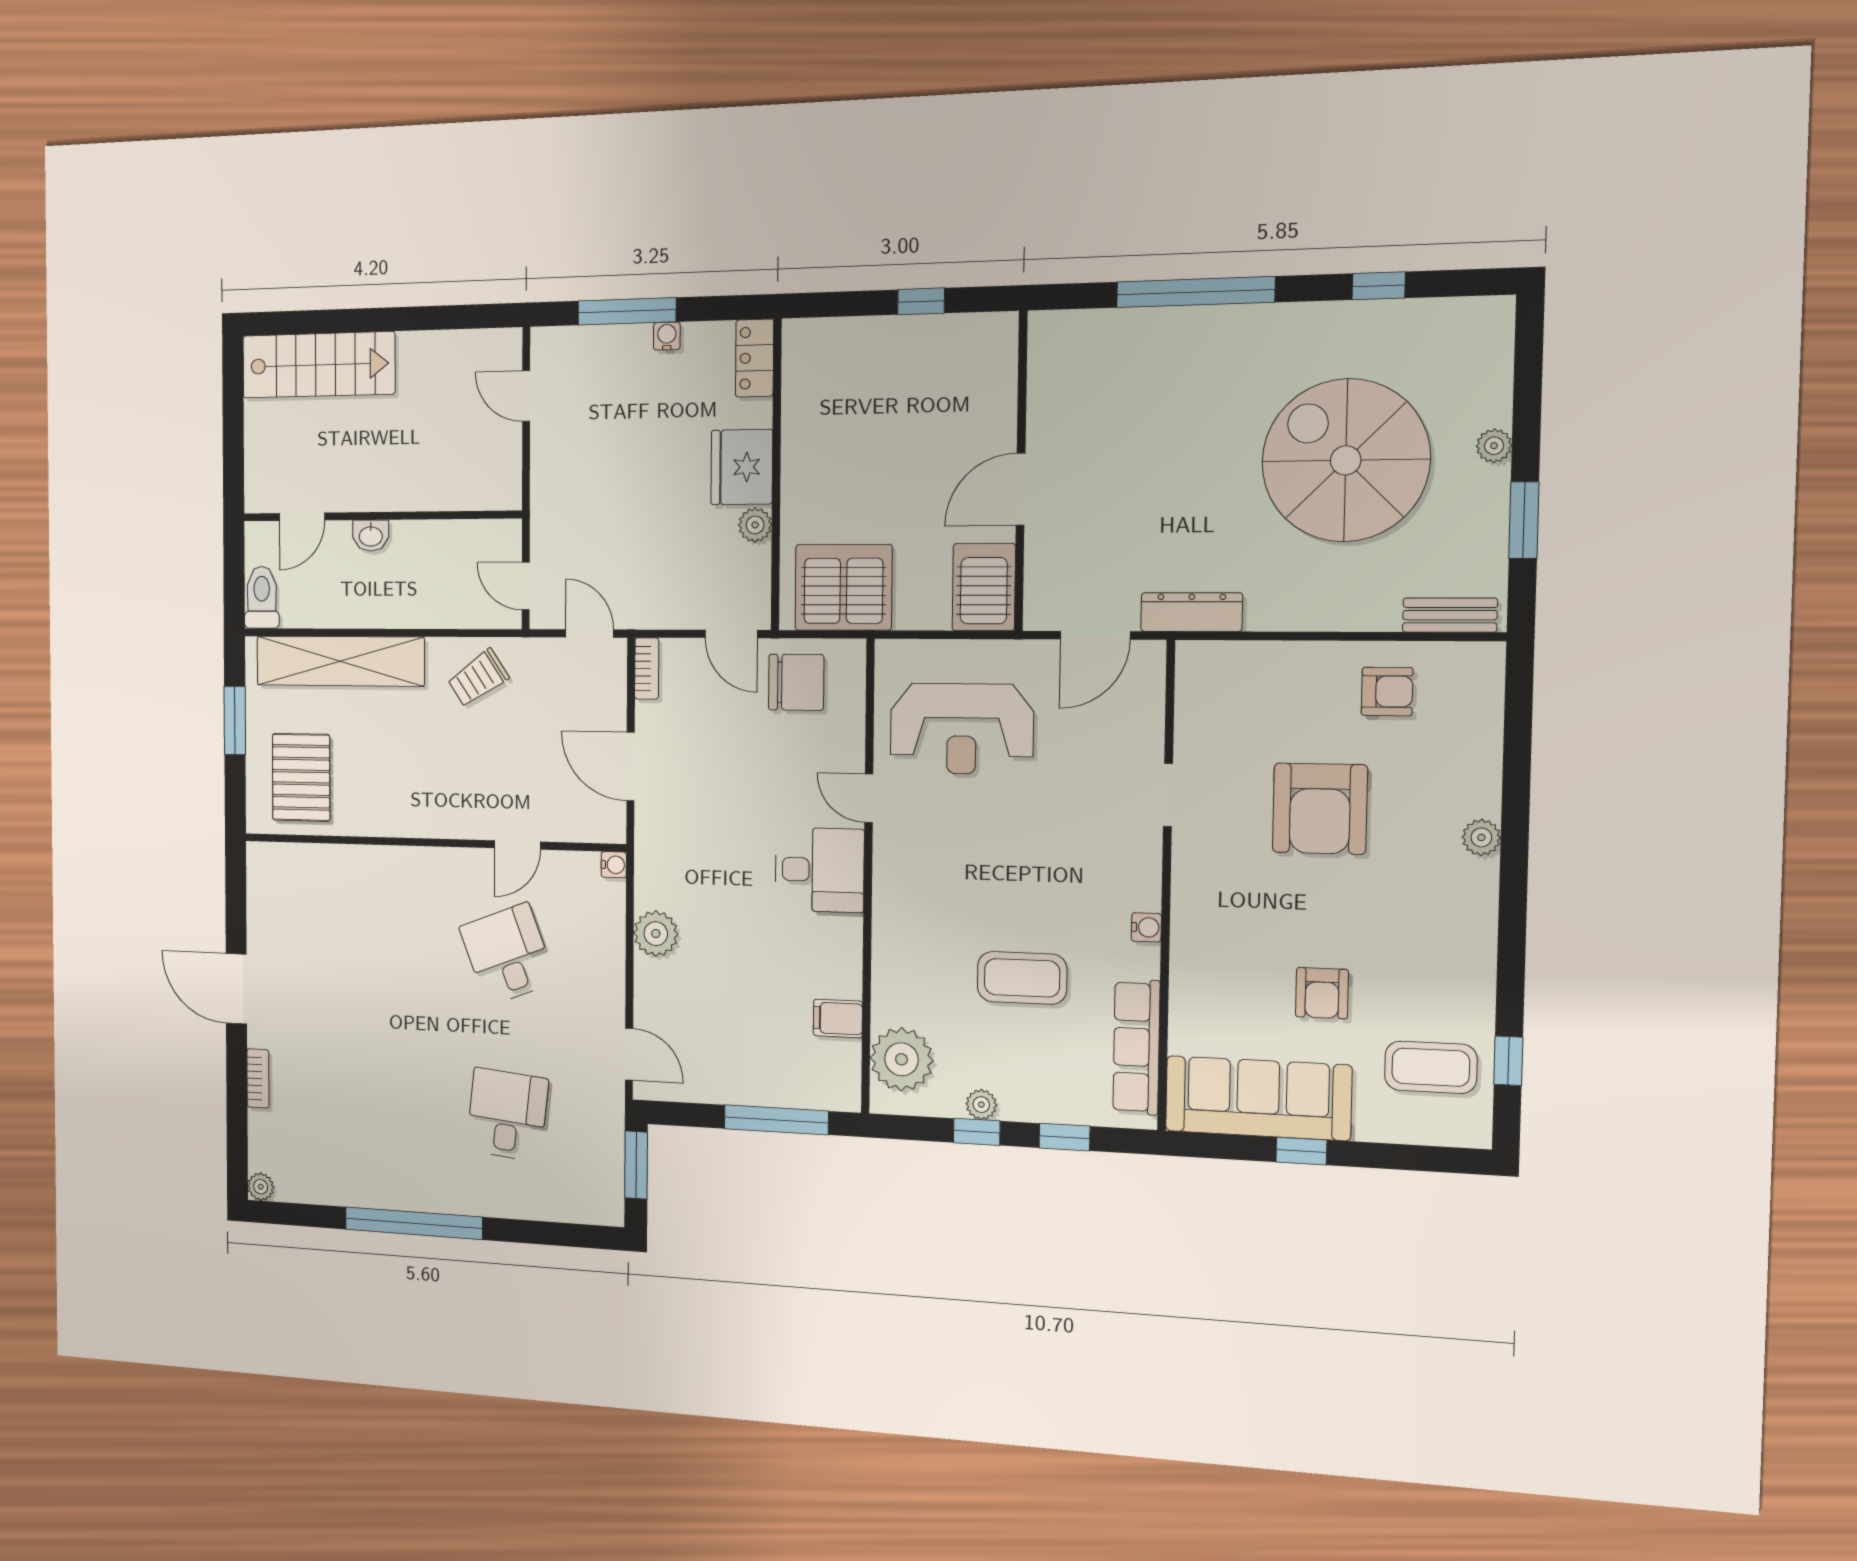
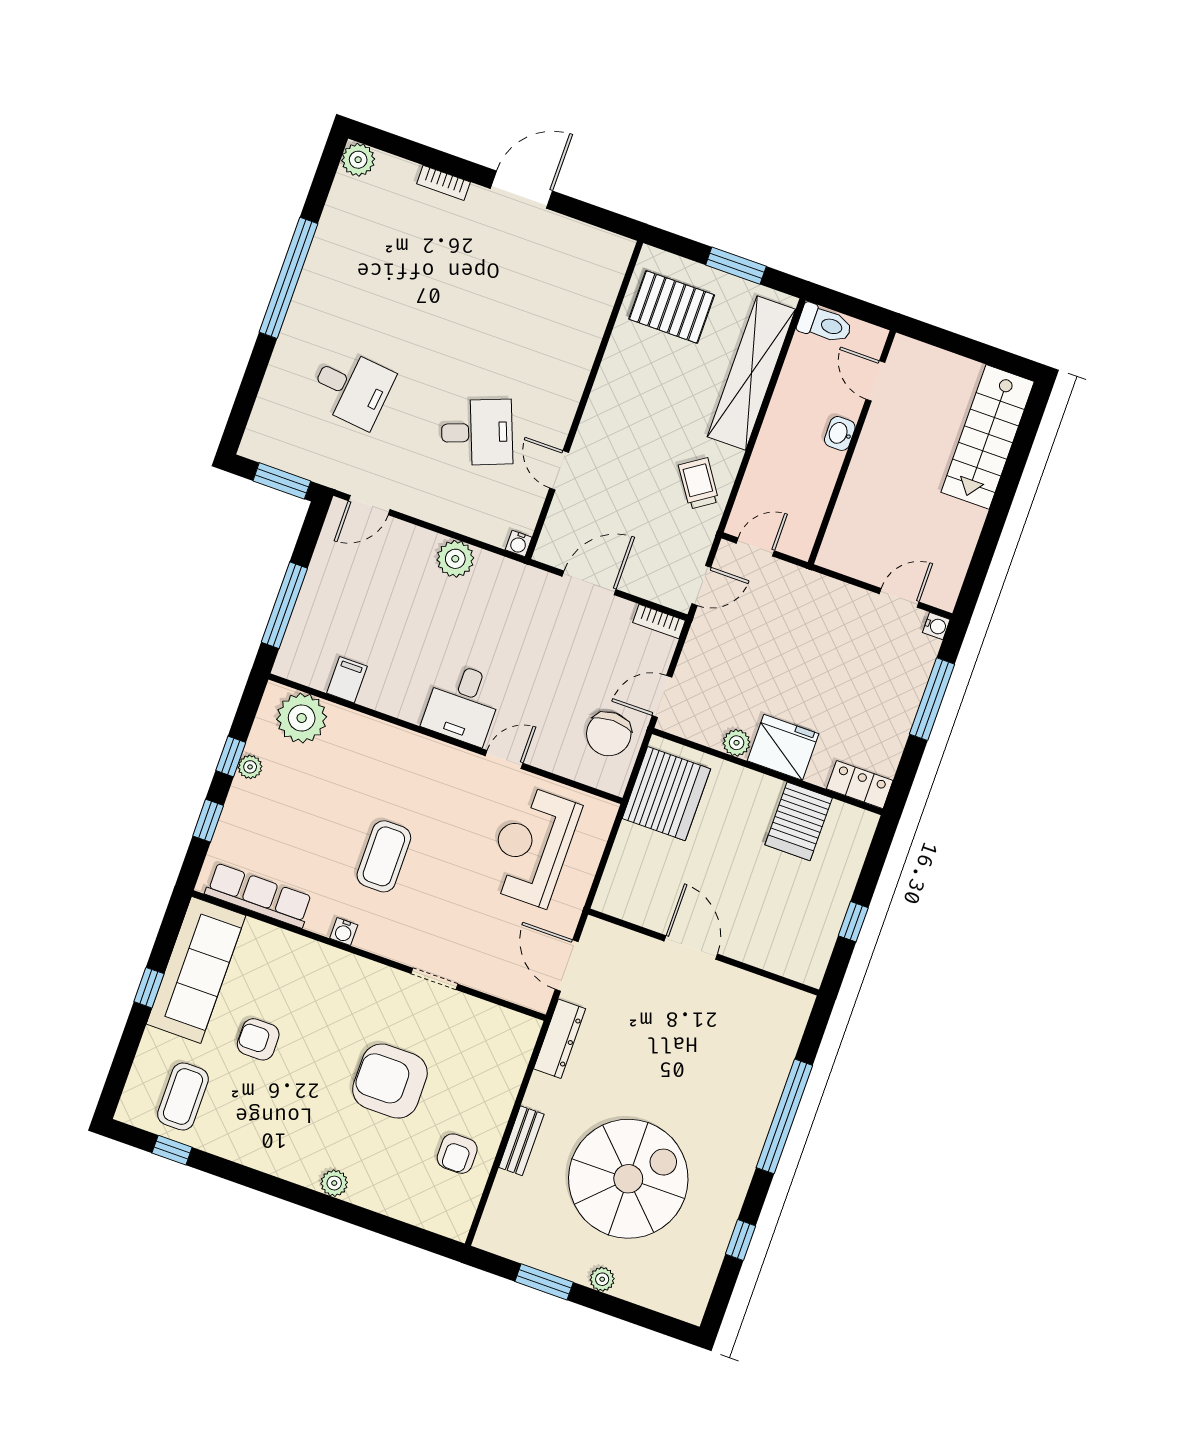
water cooler: (667, 336) -> (936, 626), moved
server rack: (984, 587) -> (799, 821), moved, turned 90
bench: (1450, 615) -> (521, 1141), moved
coffee table: (1022, 978) -> (384, 856), moved
plant: (261, 1187) -> (358, 160), width x1.38, depth x1.38

